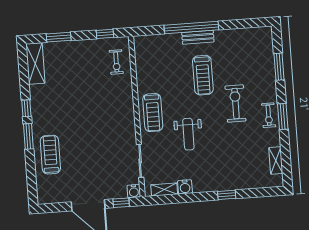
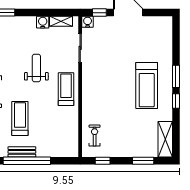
treadmill: (50, 155) -> (147, 86), moved, width x1.37, depth x1.38

